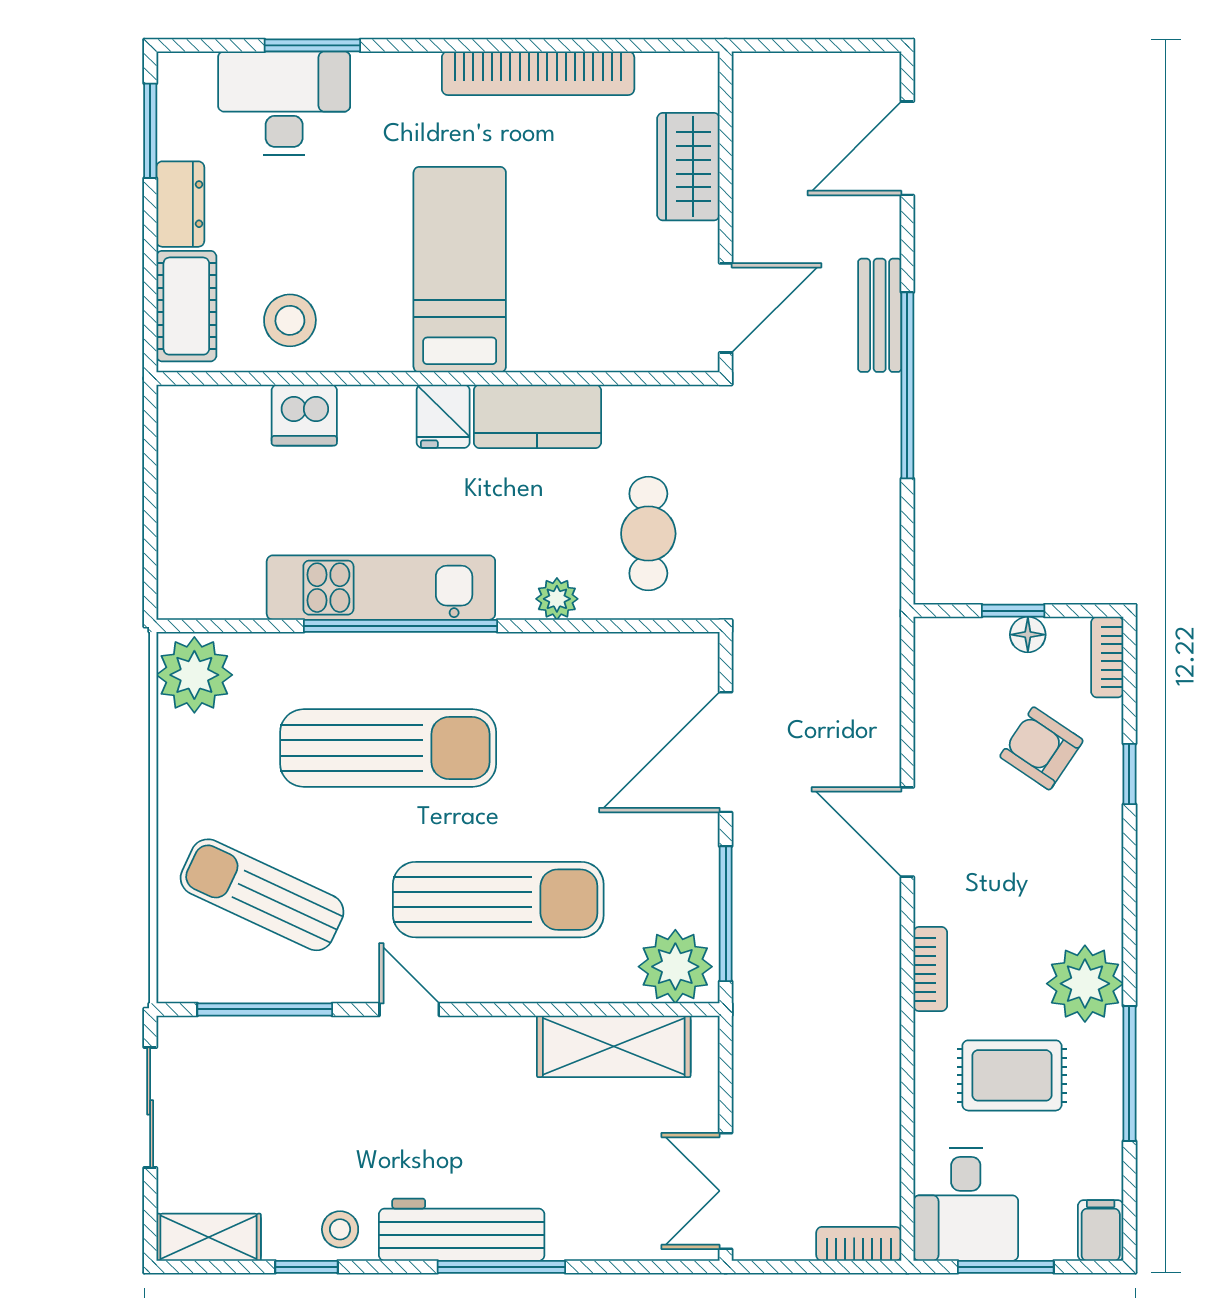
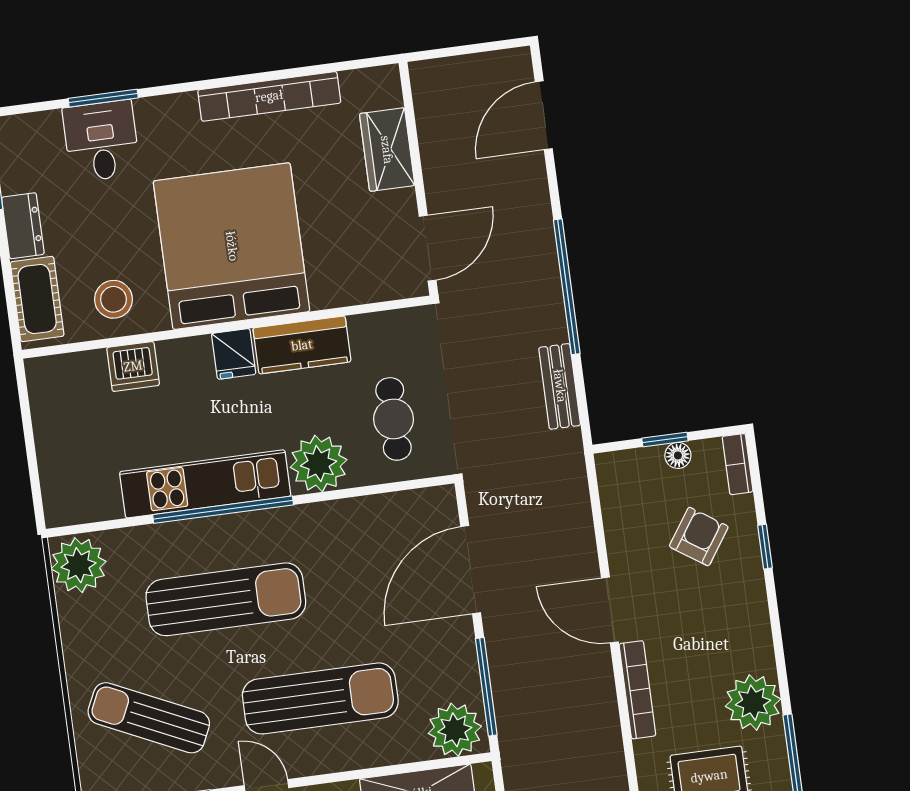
desk: (284, 103) -> (101, 141), width x0.73
bed: (460, 270) -> (232, 246), width x2.04
bench: (880, 315) -> (560, 386), moved
plant: (557, 599) -> (319, 464), width x1.88, depth x1.88
armchair: (1041, 748) -> (699, 537), turned 90
bookcase: (930, 969) -> (637, 690), width x1.56

